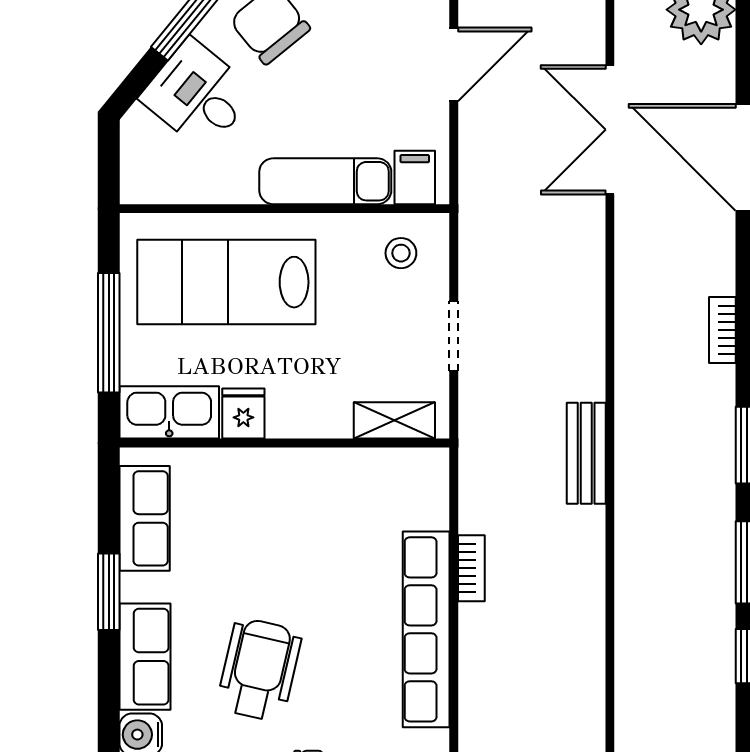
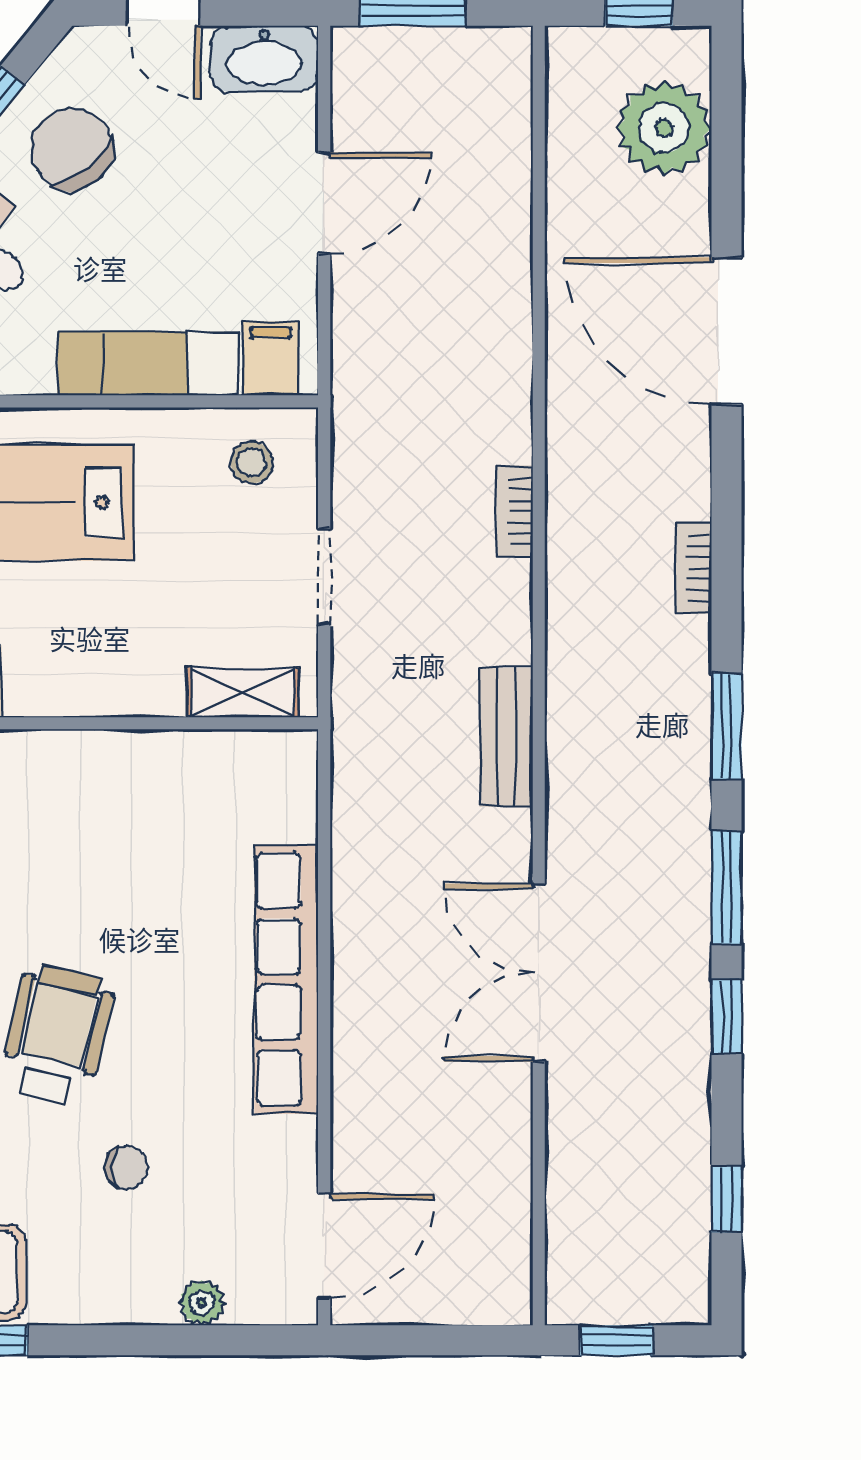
double door: (610, 130) -> (539, 973), moved
fridge: (243, 413) -> (35, 683), removed
bookcase: (471, 568) -> (515, 511), moved, turned 180

